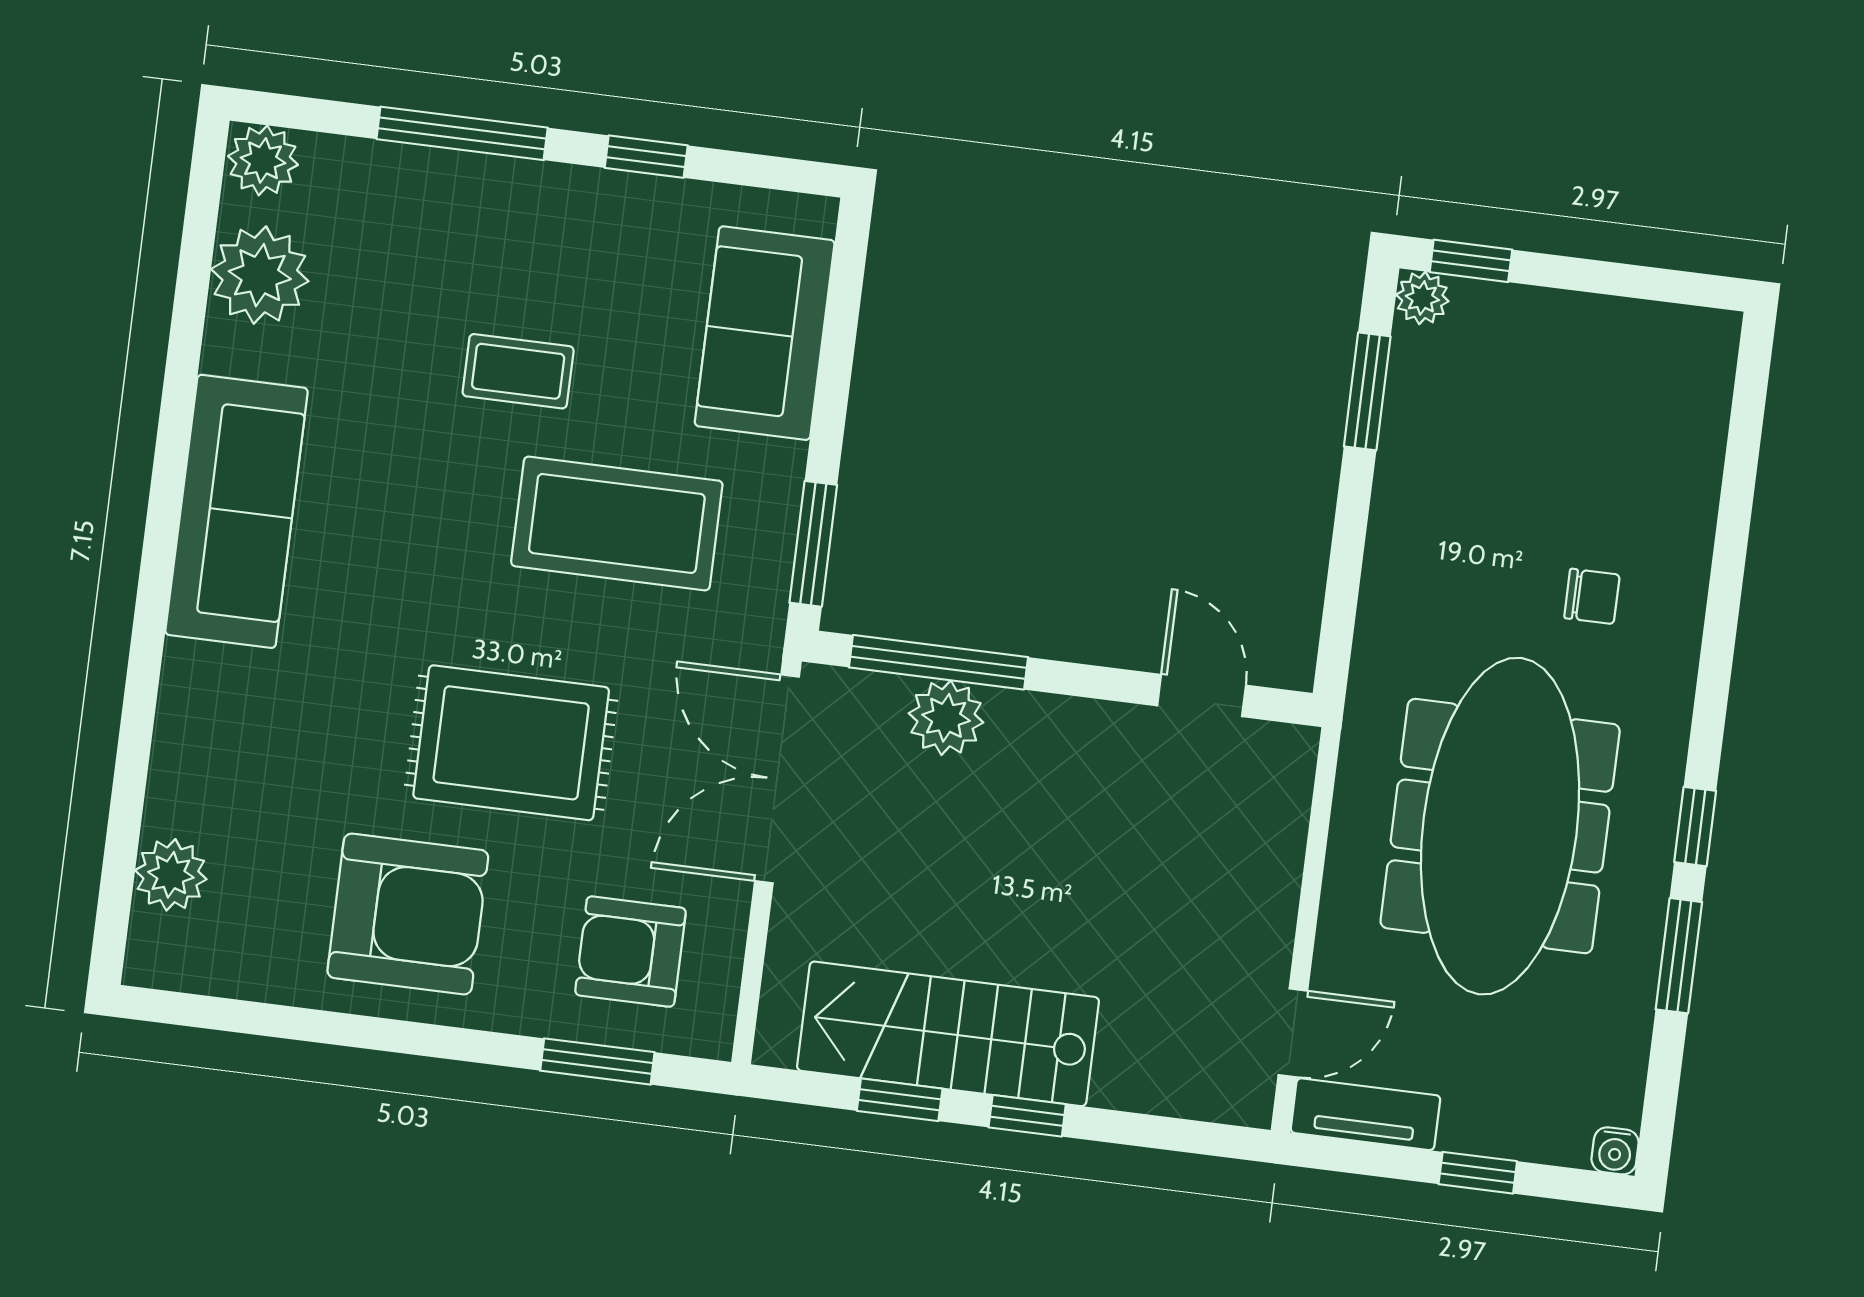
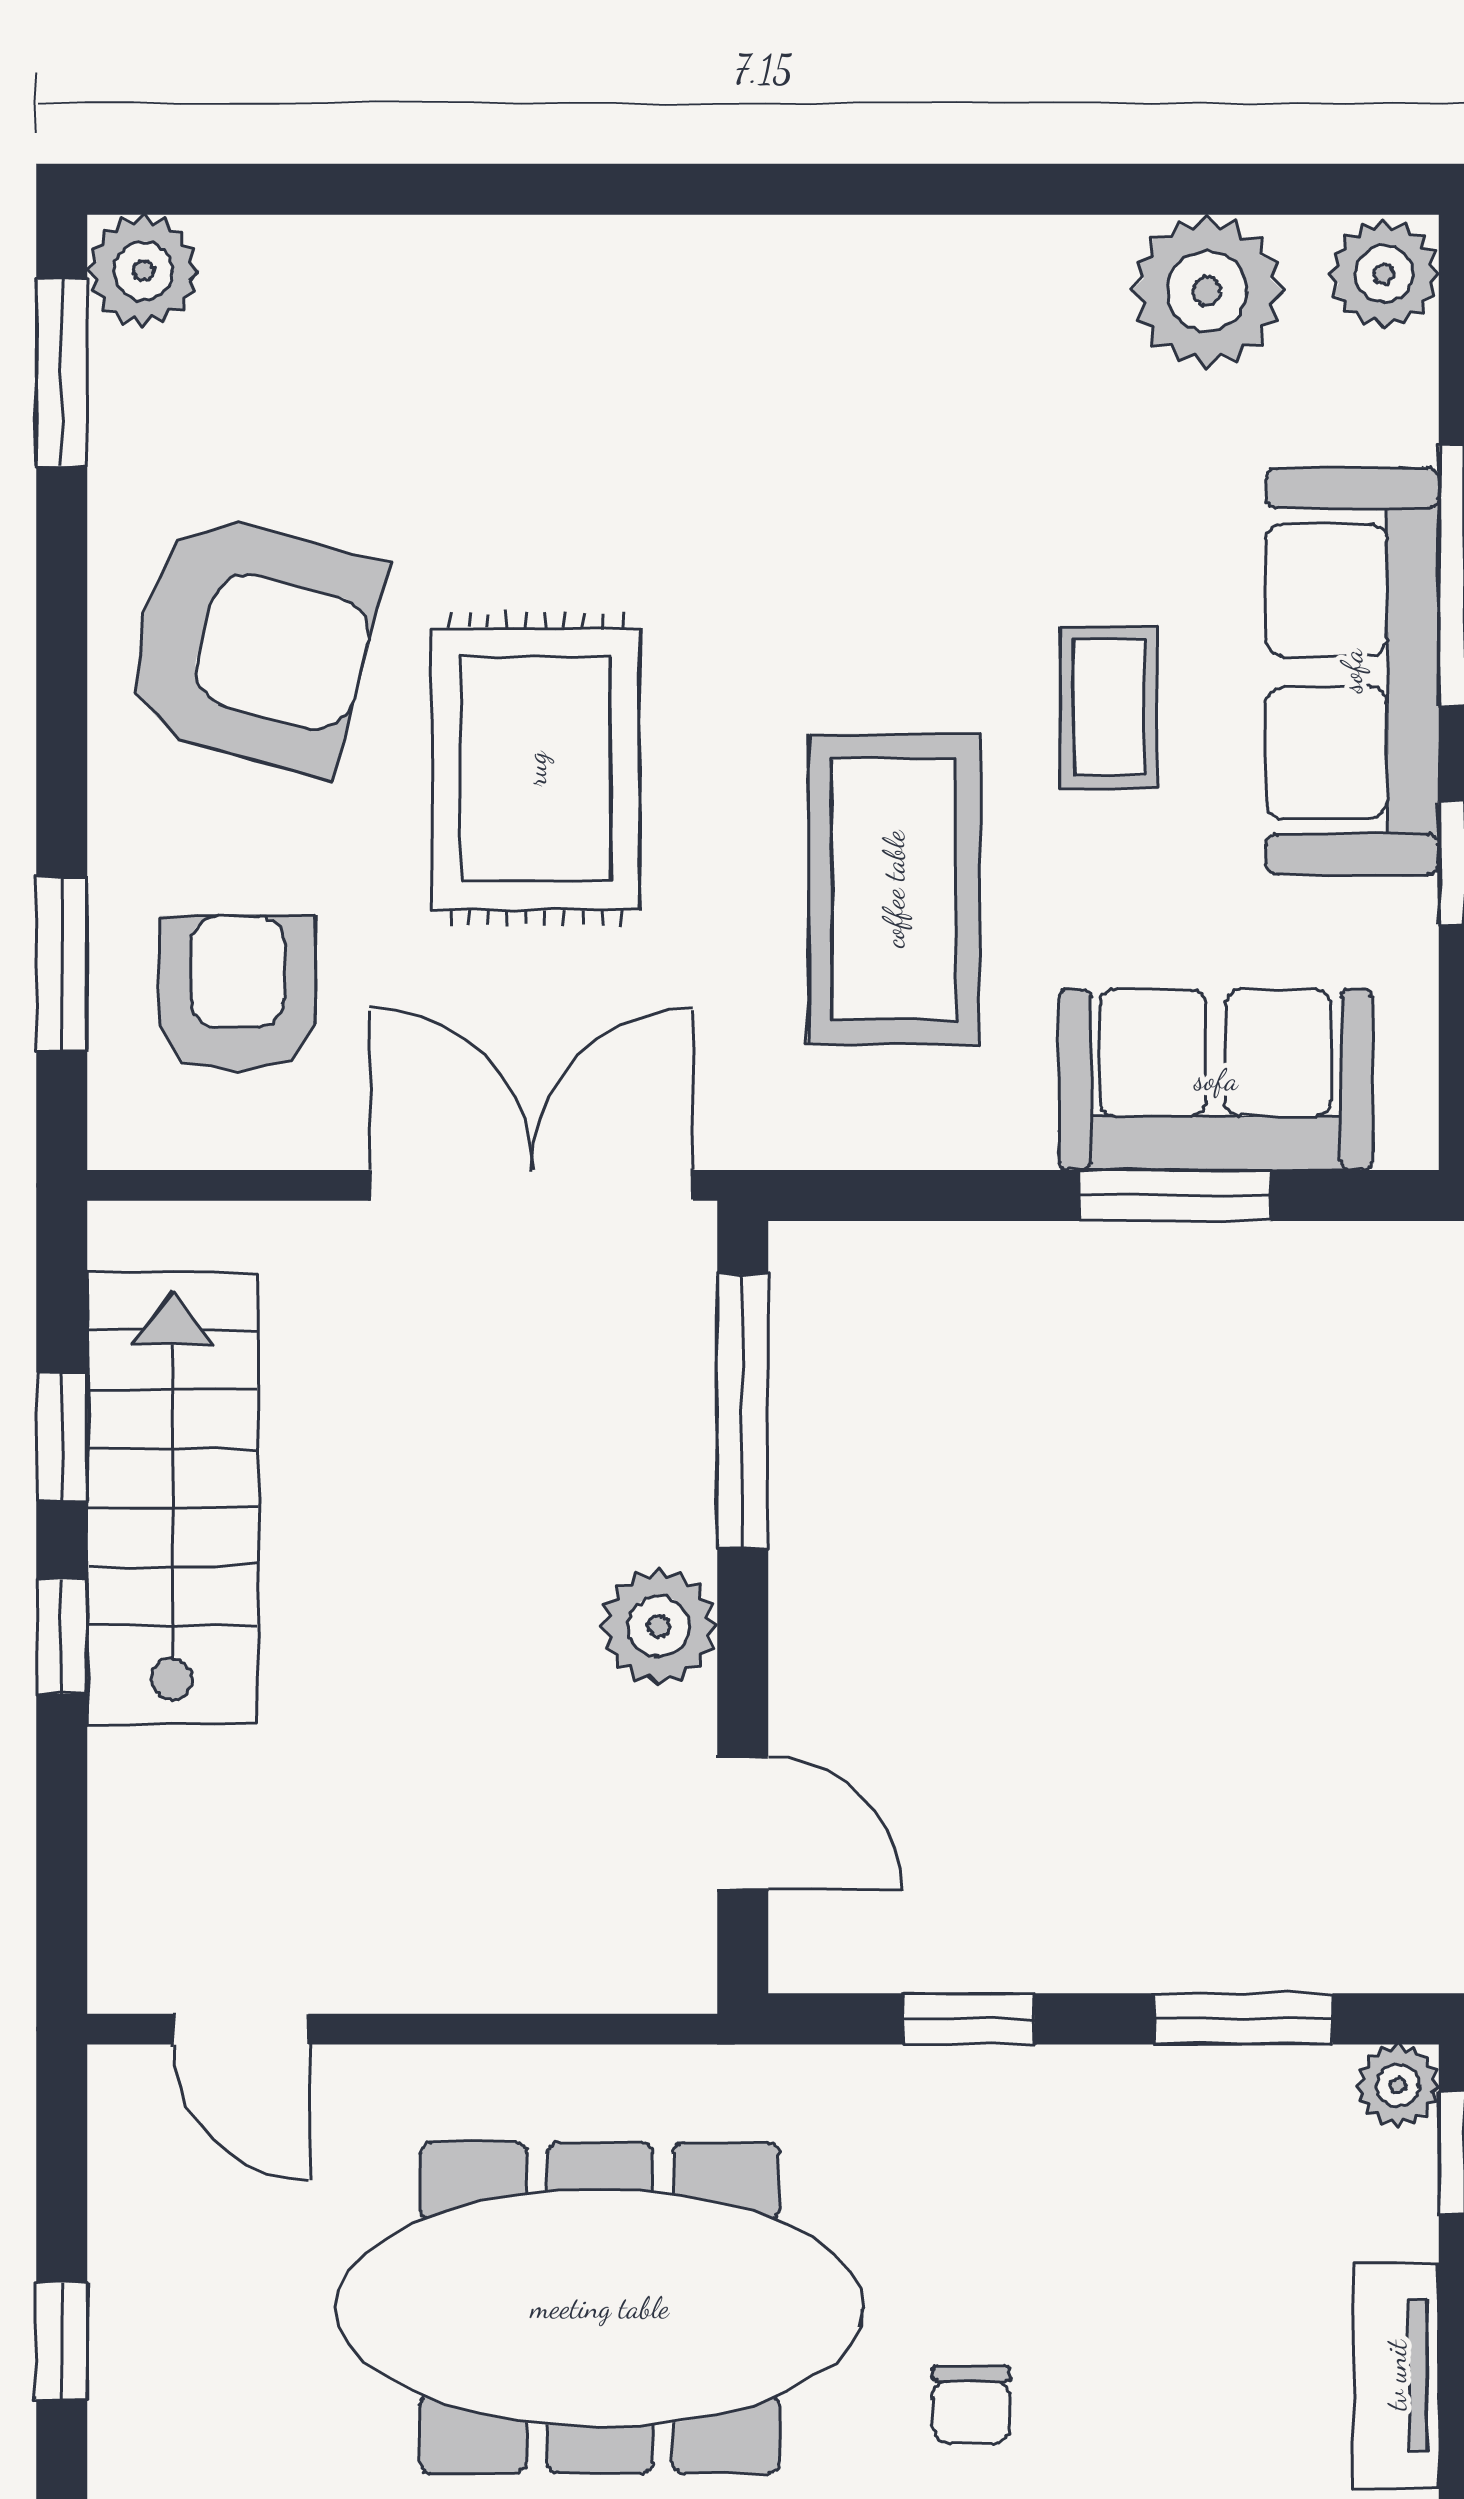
sofa: (237, 511) -> (1352, 671), moved, turned 90
window: (813, 544) -> (1175, 1196), moved
window: (1345, 567) -> (969, 2019), added
door: (1202, 695) -> (743, 1823), hinge flipped
plant: (946, 718) -> (659, 1626), moved
plant: (171, 875) -> (143, 271), moved
armchair: (408, 914) -> (252, 643), turned -75
window: (219, 1014) -> (62, 372), added
tv unit: (1365, 1114) -> (1396, 2375), moved, turned 180

